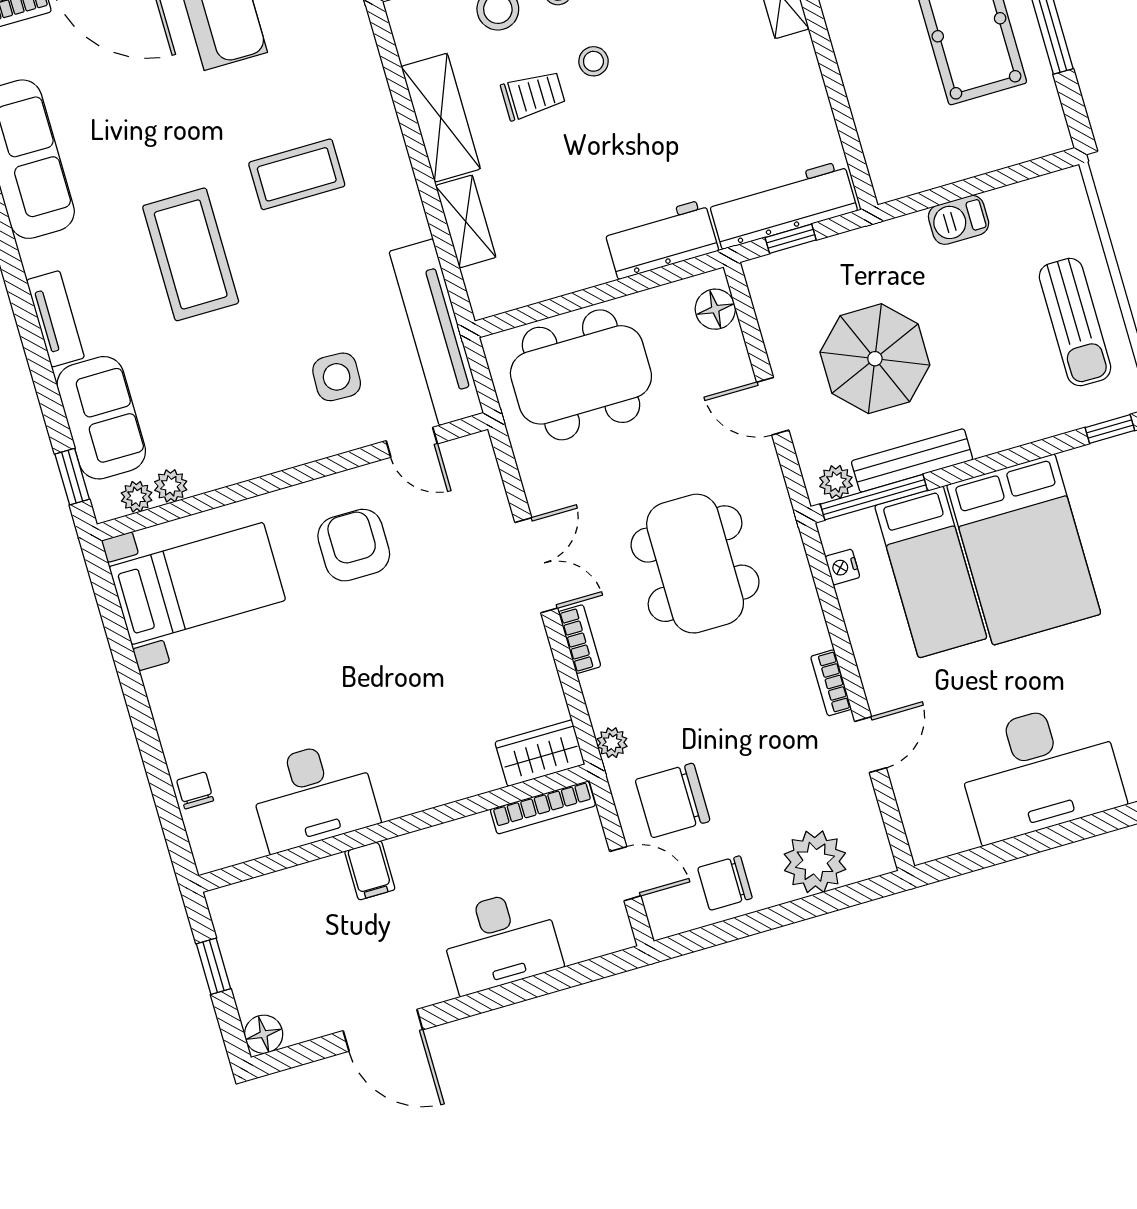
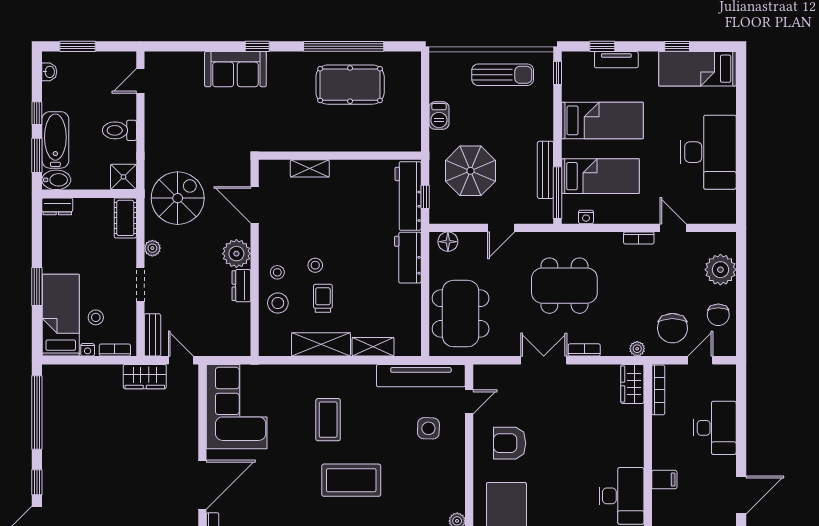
parasol: (875, 359) -> (470, 171), moved
plant: (836, 482) -> (545, 208), removed
bed: (1024, 549) -> (602, 120), width x0.67

